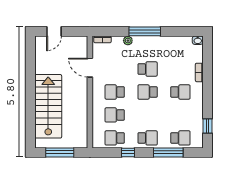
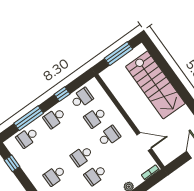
school desk: (148, 92) -> (82, 156), turned 180
school desk: (115, 115) -> (95, 117), turned 180

